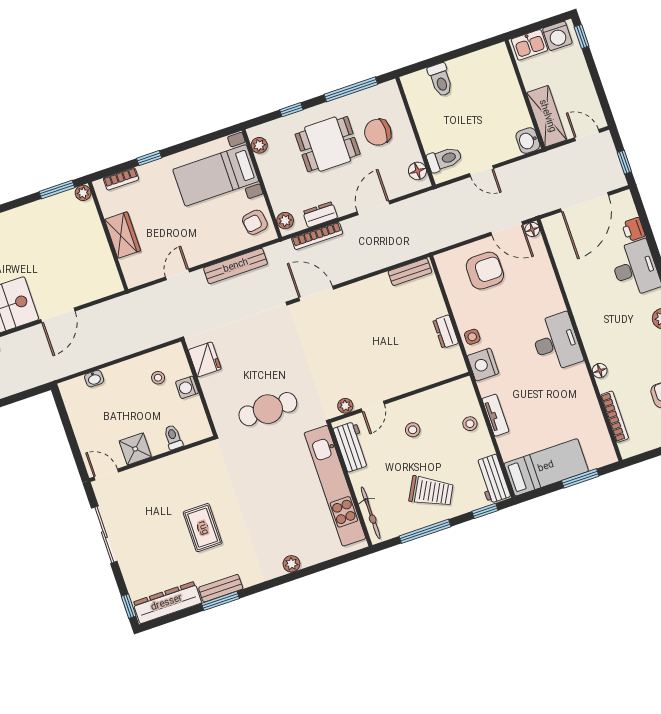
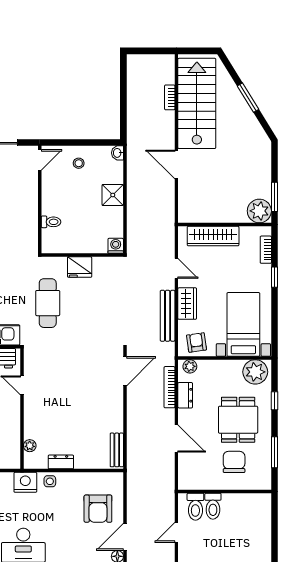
toilet: (440, 80) -> (213, 506), moved, turned -90
window: (351, 89) -> (274, 452), width x0.69
plant: (259, 145) -> (255, 372), width x1.88, depth x1.88
floor lamp: (417, 171) -> (193, 483), removed
plant: (83, 193) -> (259, 211), width x1.87, depth x1.87
wardrobe: (123, 235) -> (213, 236), width x1.50
wardrobe: (214, 248) -> (187, 304), added
fridge: (205, 359) -> (80, 267), moved
stool: (158, 378) -> (79, 163), moved
washbasin: (94, 379) -> (117, 153), moved
washing machine: (187, 387) -> (116, 246), moved
plant: (345, 406) -> (30, 446), moved
shower: (135, 449) -> (113, 195), moved

